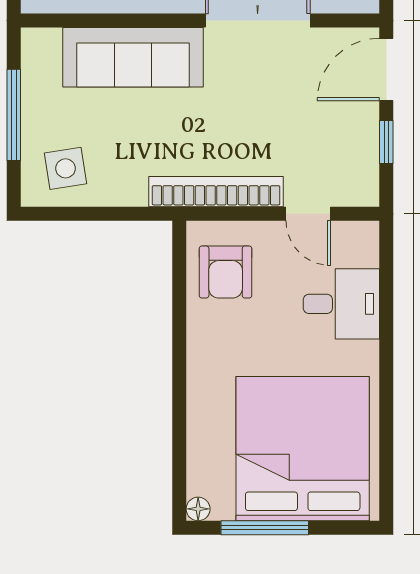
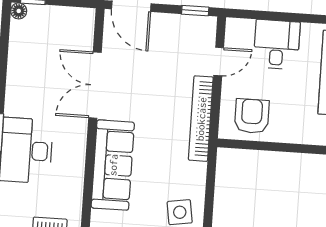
window: (386, 142) -> (195, 11), moved
armchair: (226, 272) -> (252, 116), turned -90

